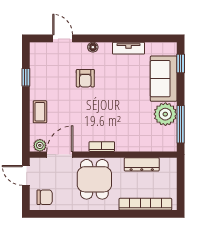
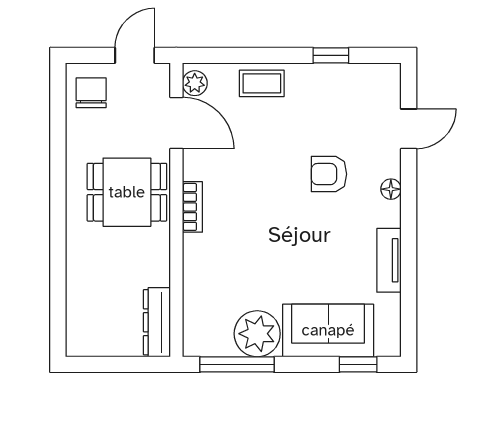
dresser: (142, 164) -> (157, 322), moved
chair: (45, 197) -> (91, 93), turned 180
bookcase: (145, 204) -> (77, 294), removed

